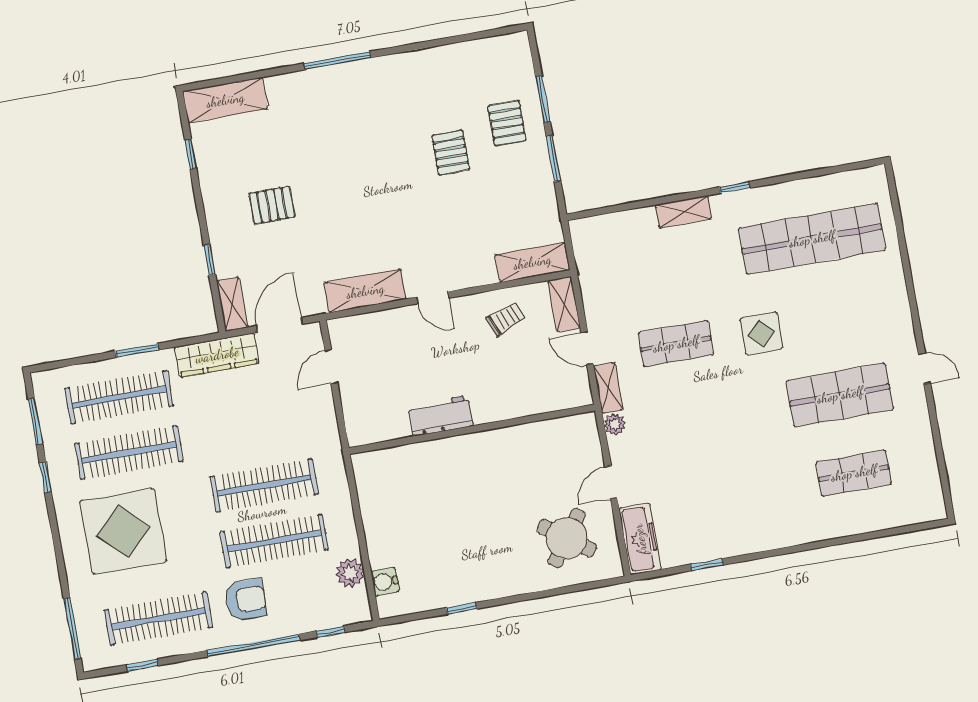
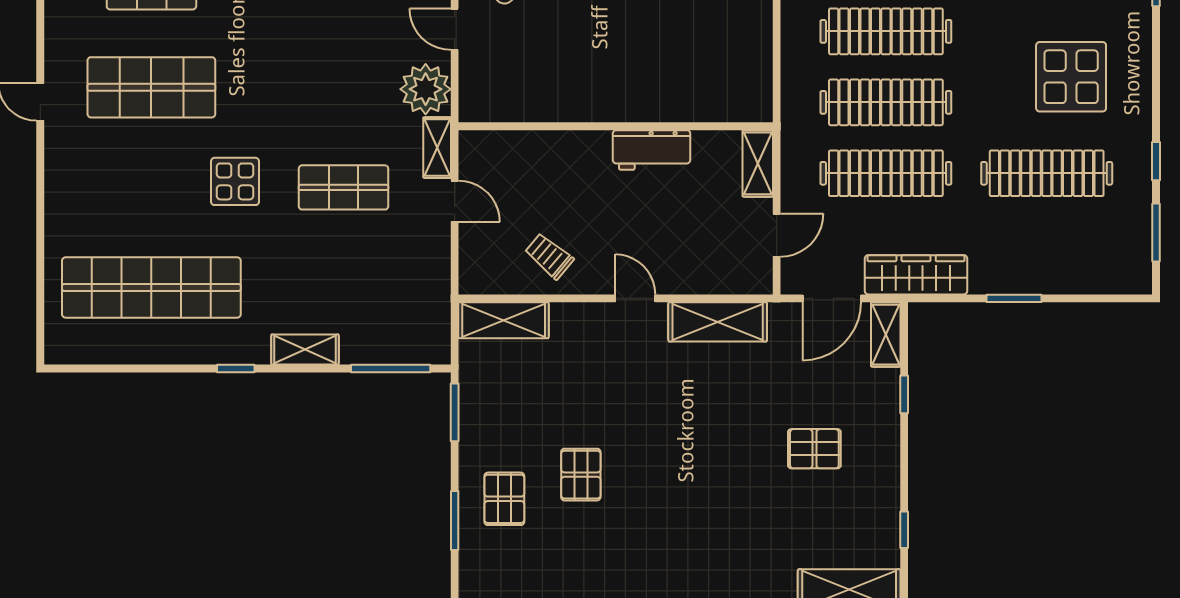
window: (553, 158) -> (455, 412), moved
window: (614, 209) -> (391, 368), added
shelving: (564, 304) -> (758, 163), moved
trolley: (506, 319) -> (549, 256), turned 61
clothes rail: (119, 397) -> (886, 173), moved
plant: (615, 424) -> (426, 89), width x1.88, depth x1.88
door: (611, 483) -> (455, 29), swing flipped
display table: (123, 531) -> (1071, 77), width x0.73, depth x0.73

